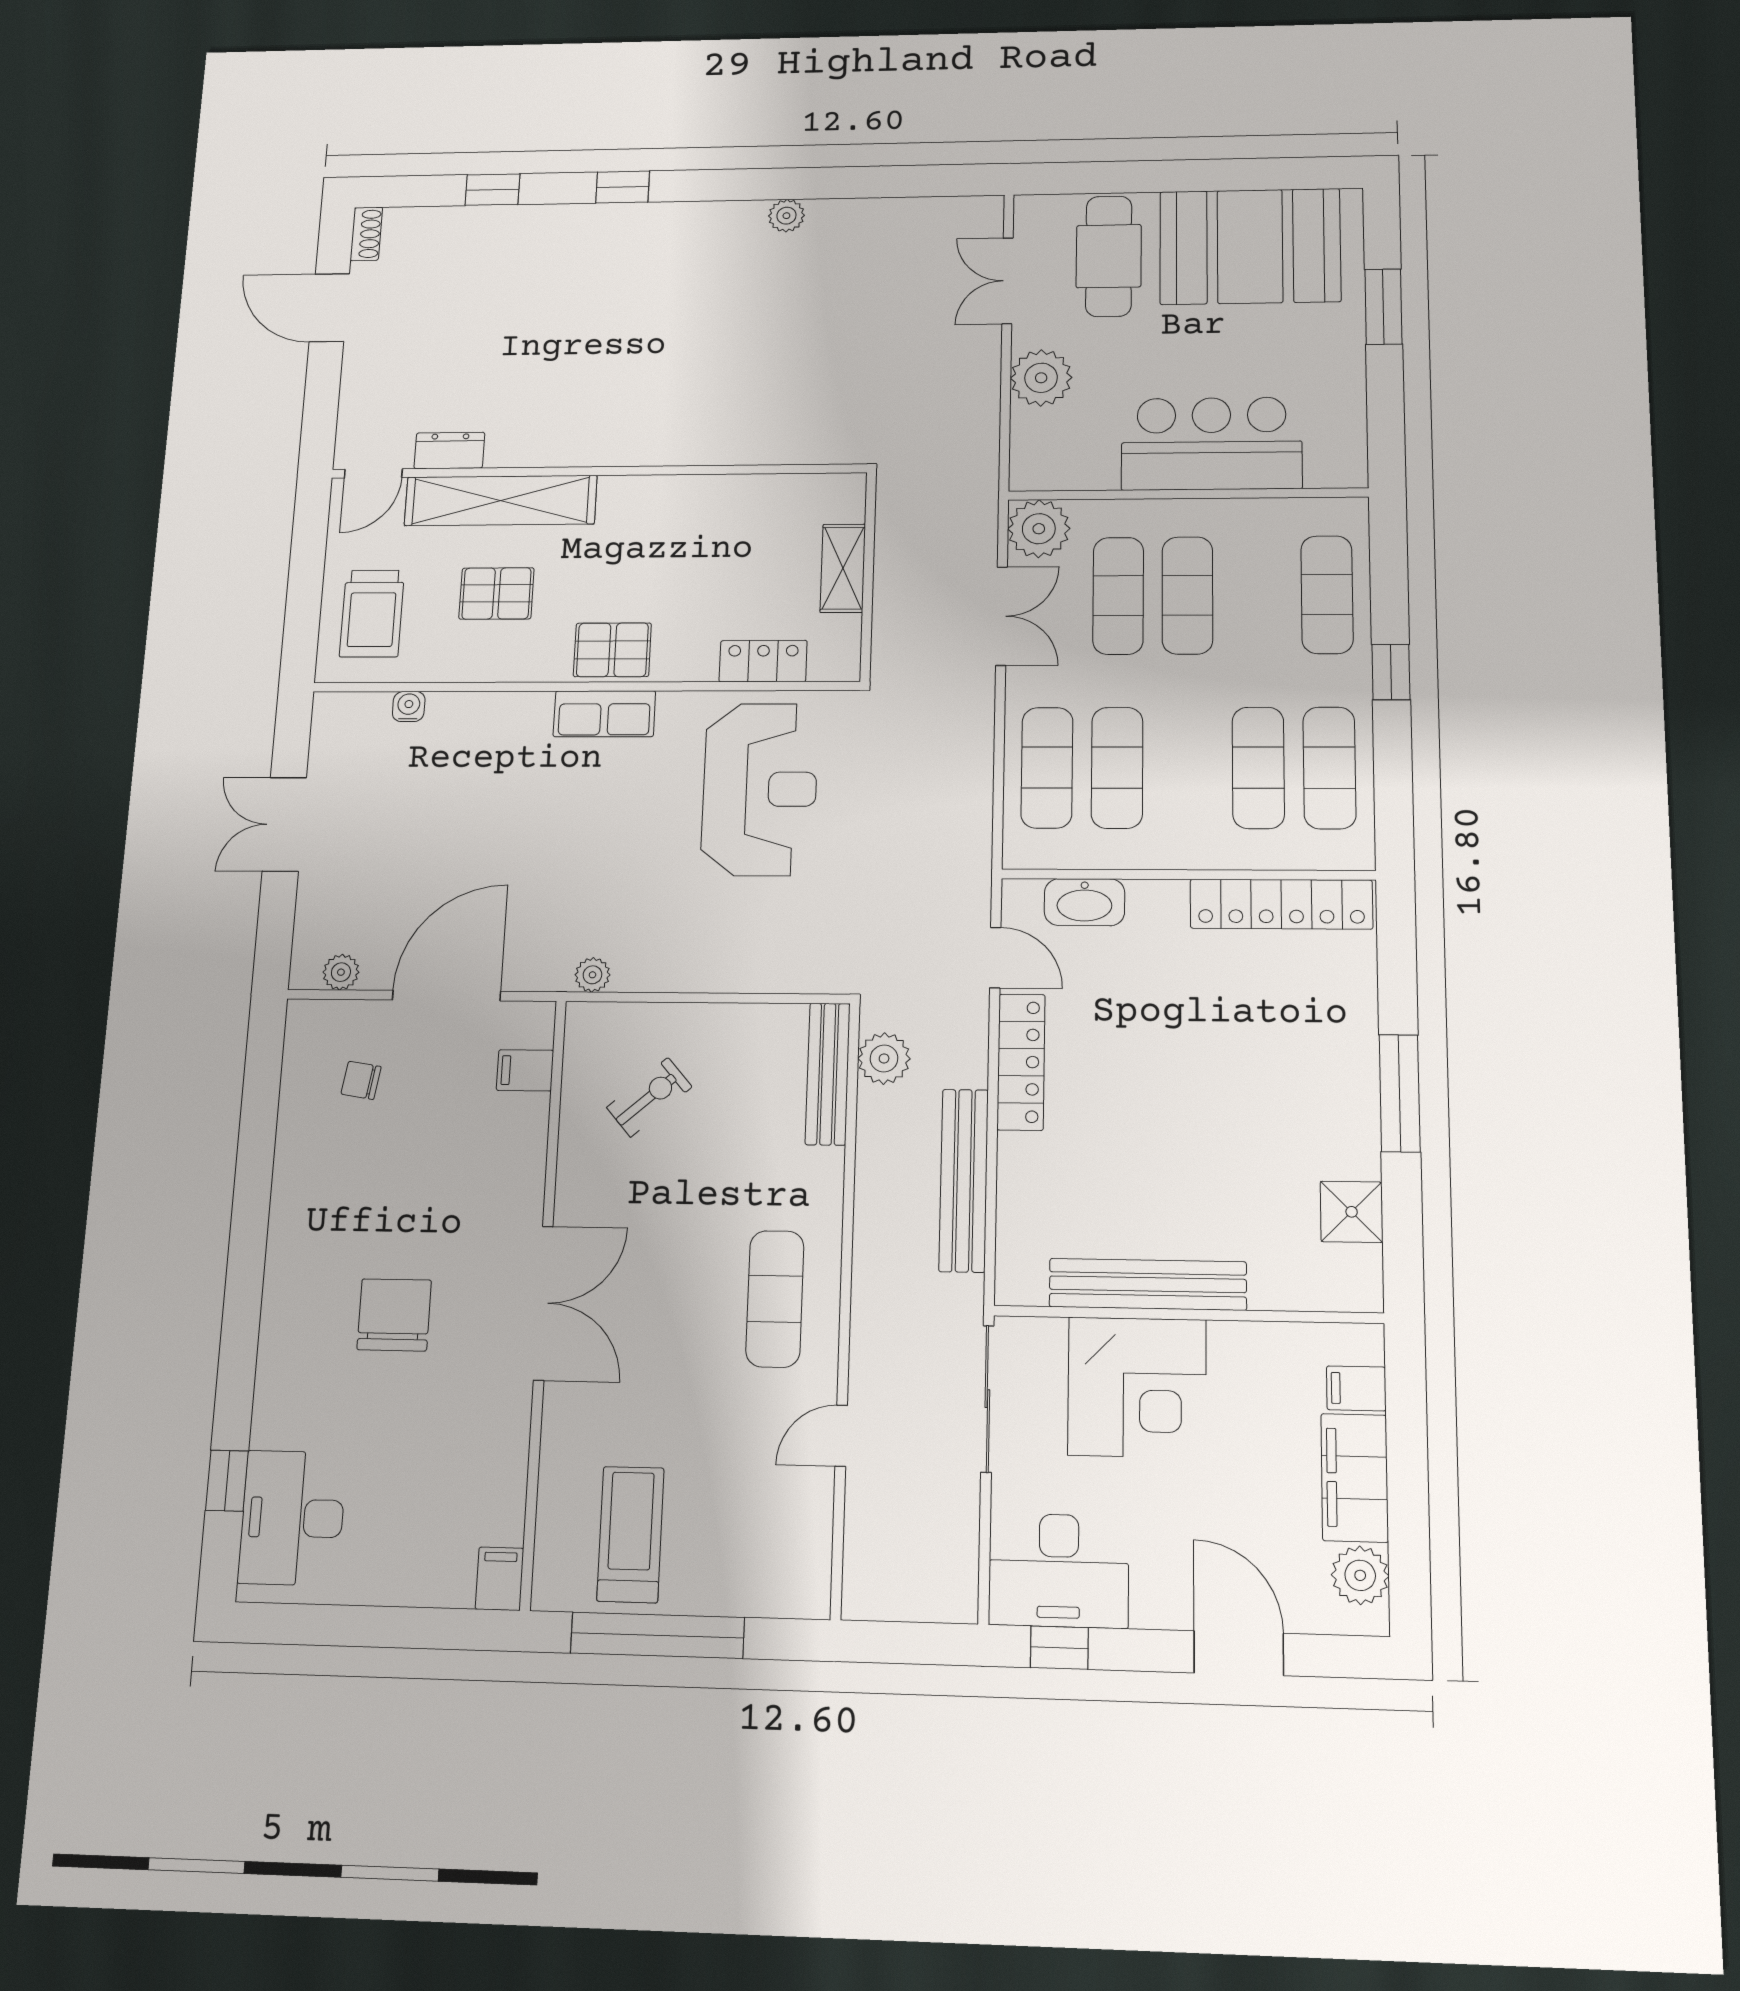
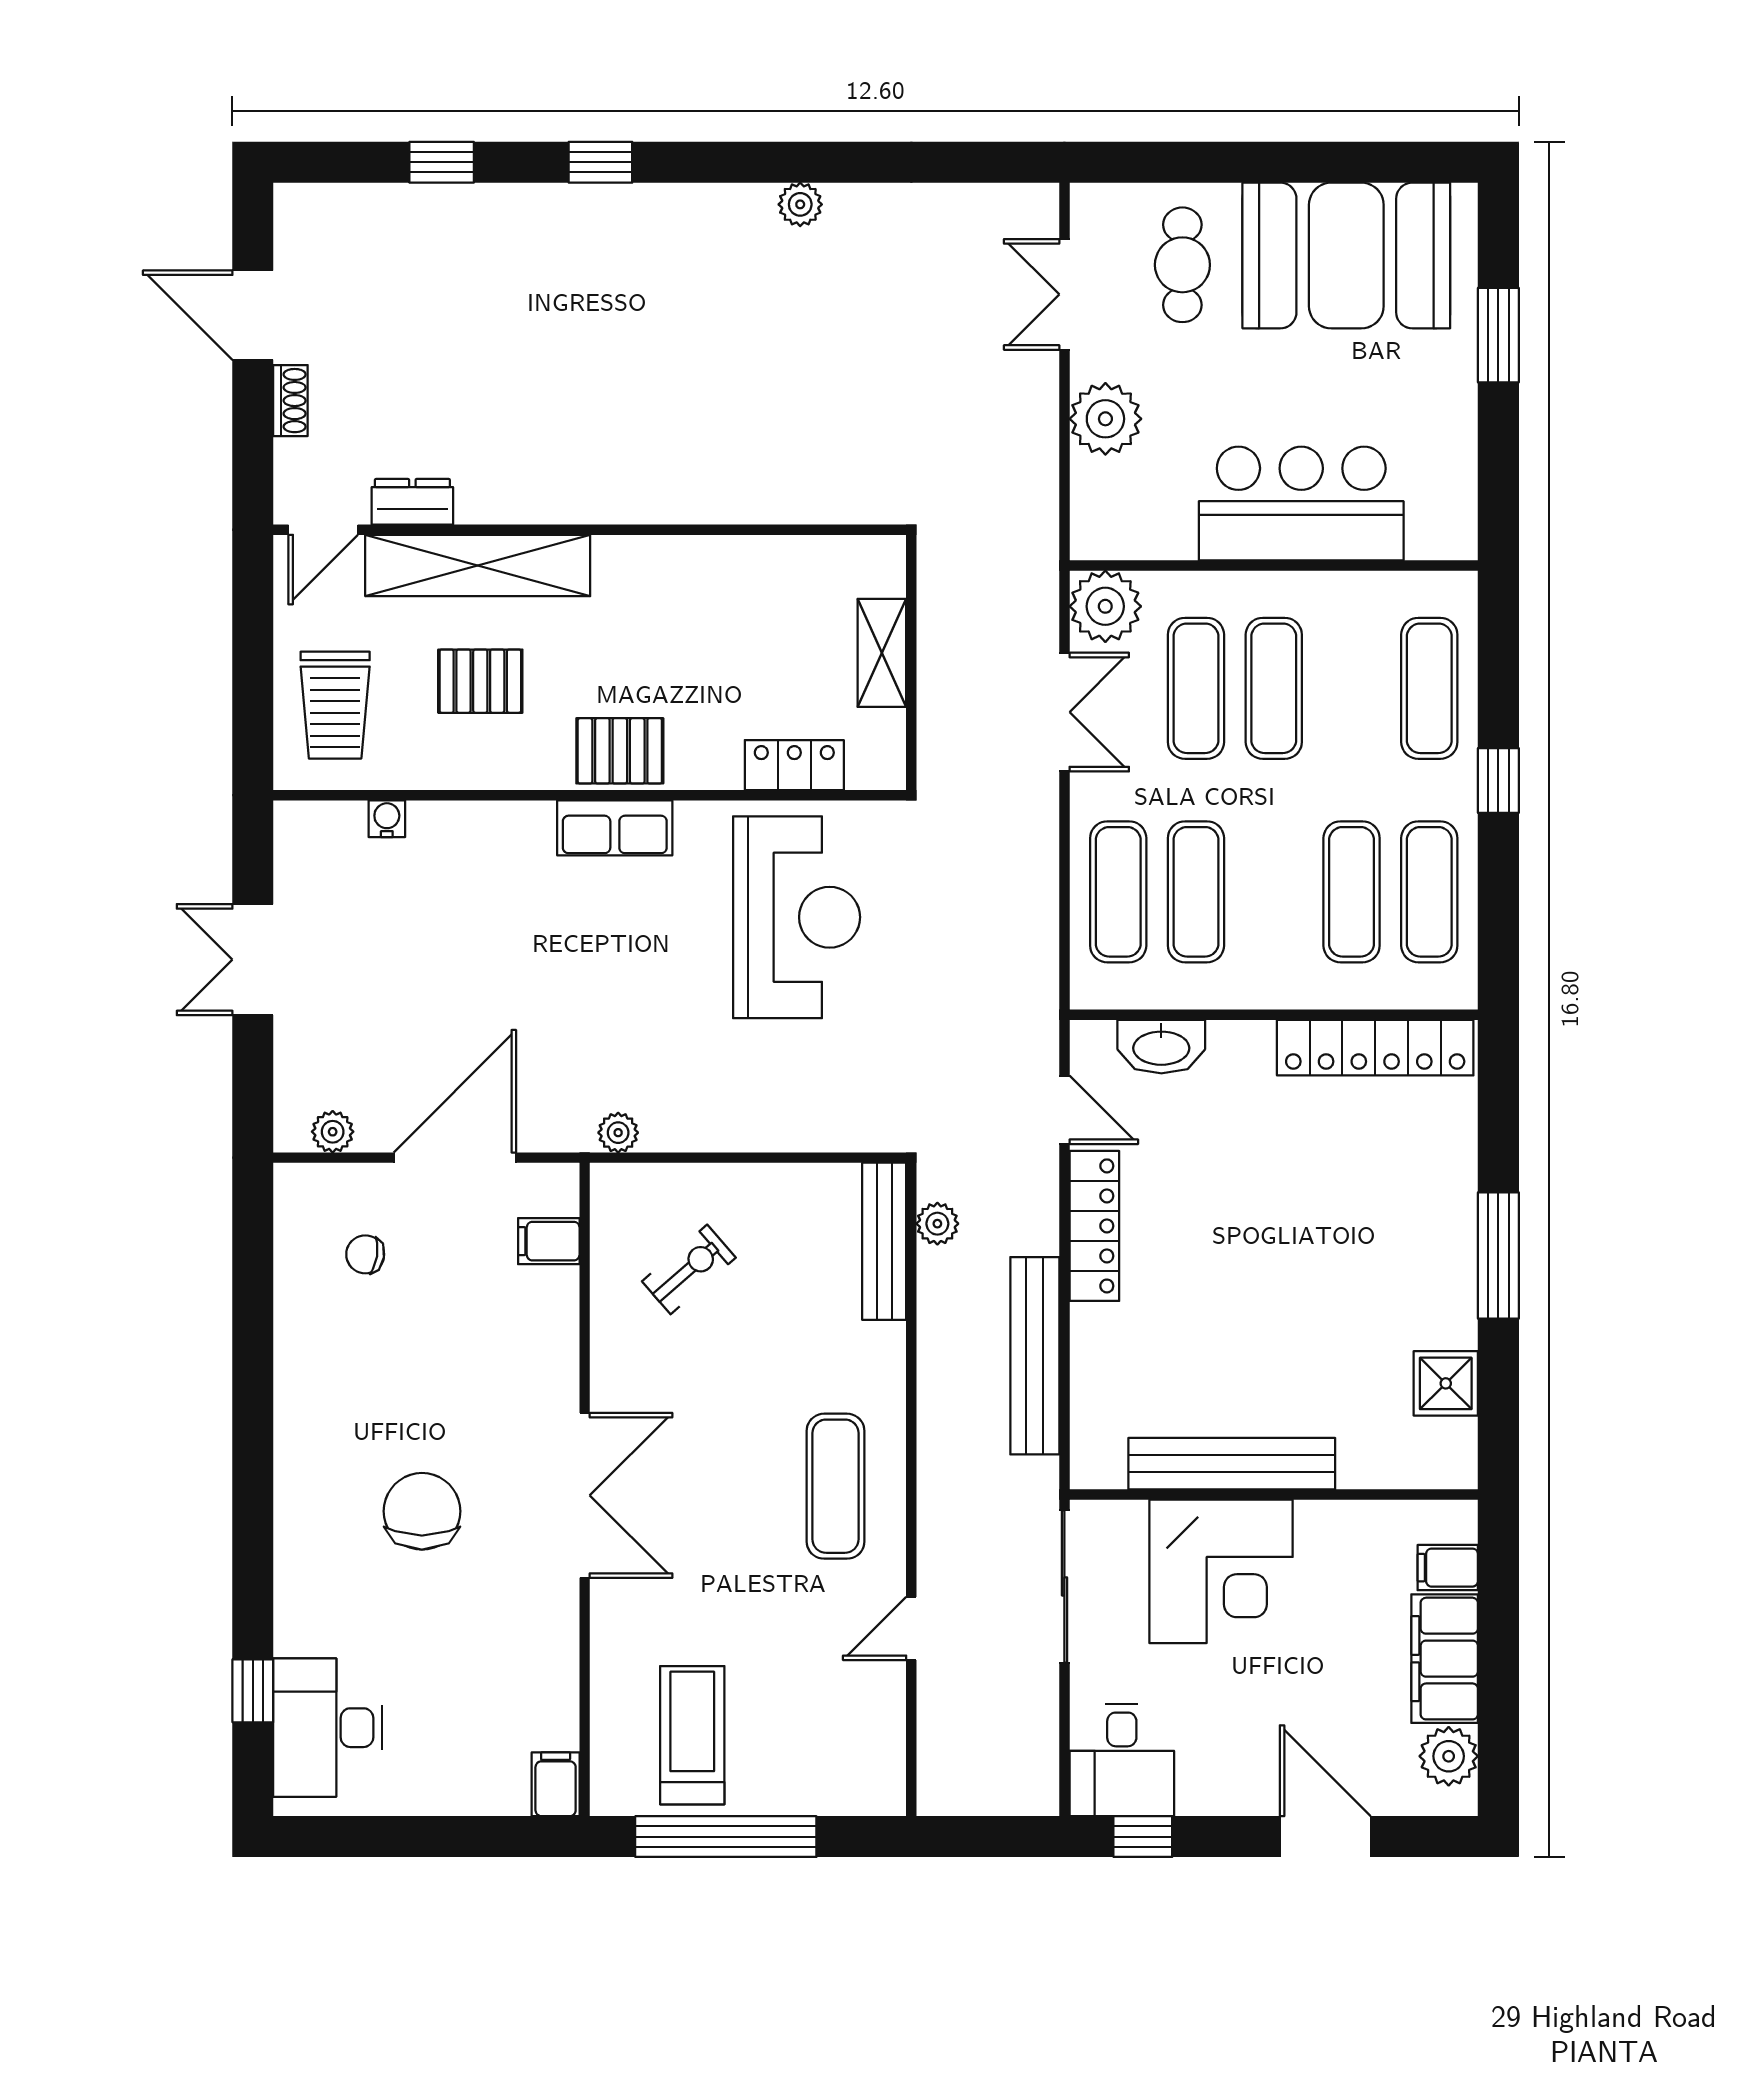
shoe rack: (366, 234) -> (290, 401), moved
cafe table: (1109, 256) -> (1182, 265), width x0.73, depth x0.74
plant: (884, 1058) -> (937, 1224), width x0.73, depth x0.73
desk: (1059, 1570) -> (1122, 1760), width x0.73

